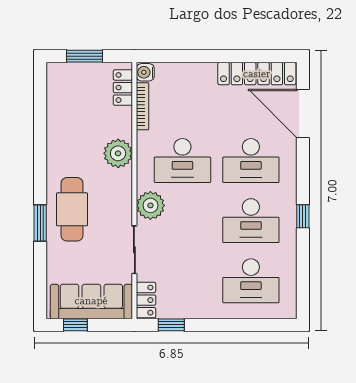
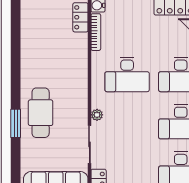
plant: (118, 153) -> (77, 69), removed
plant: (150, 205) -> (97, 115), width x0.53, depth x0.53

